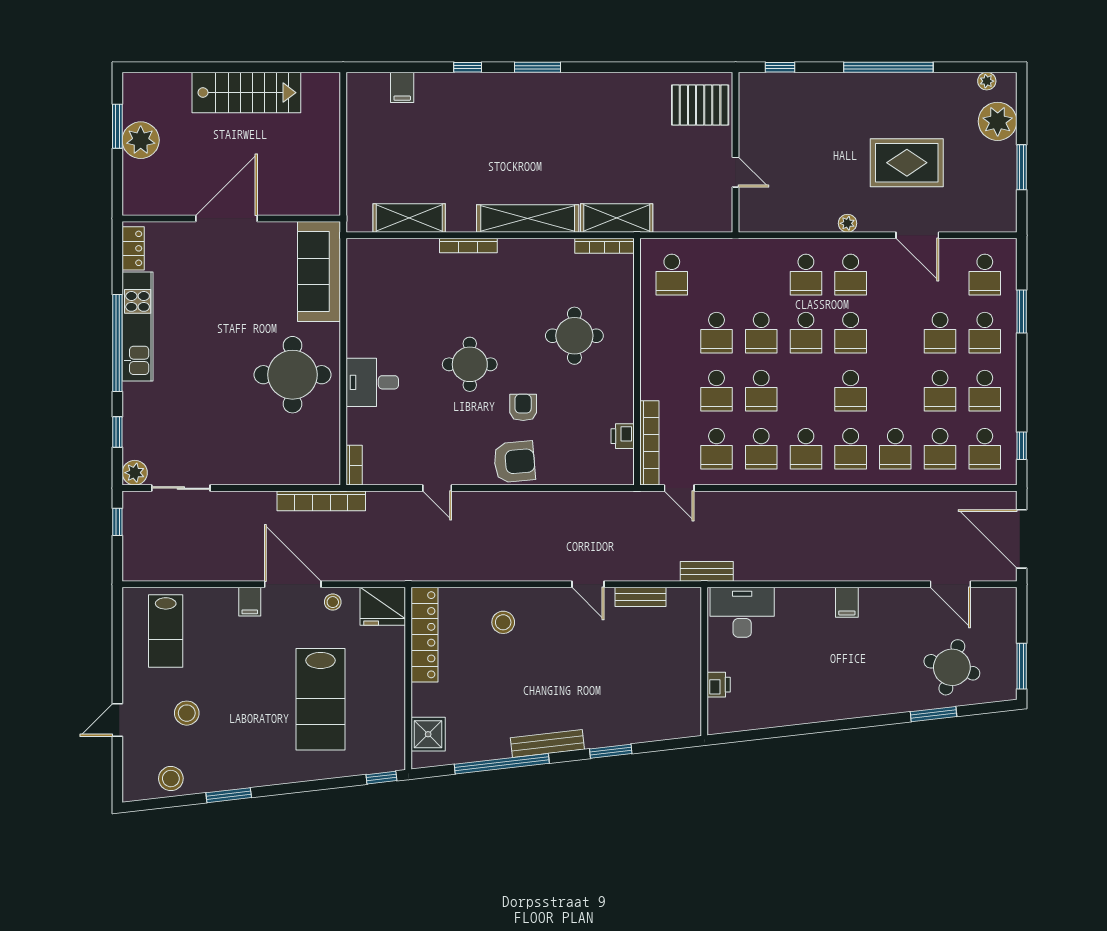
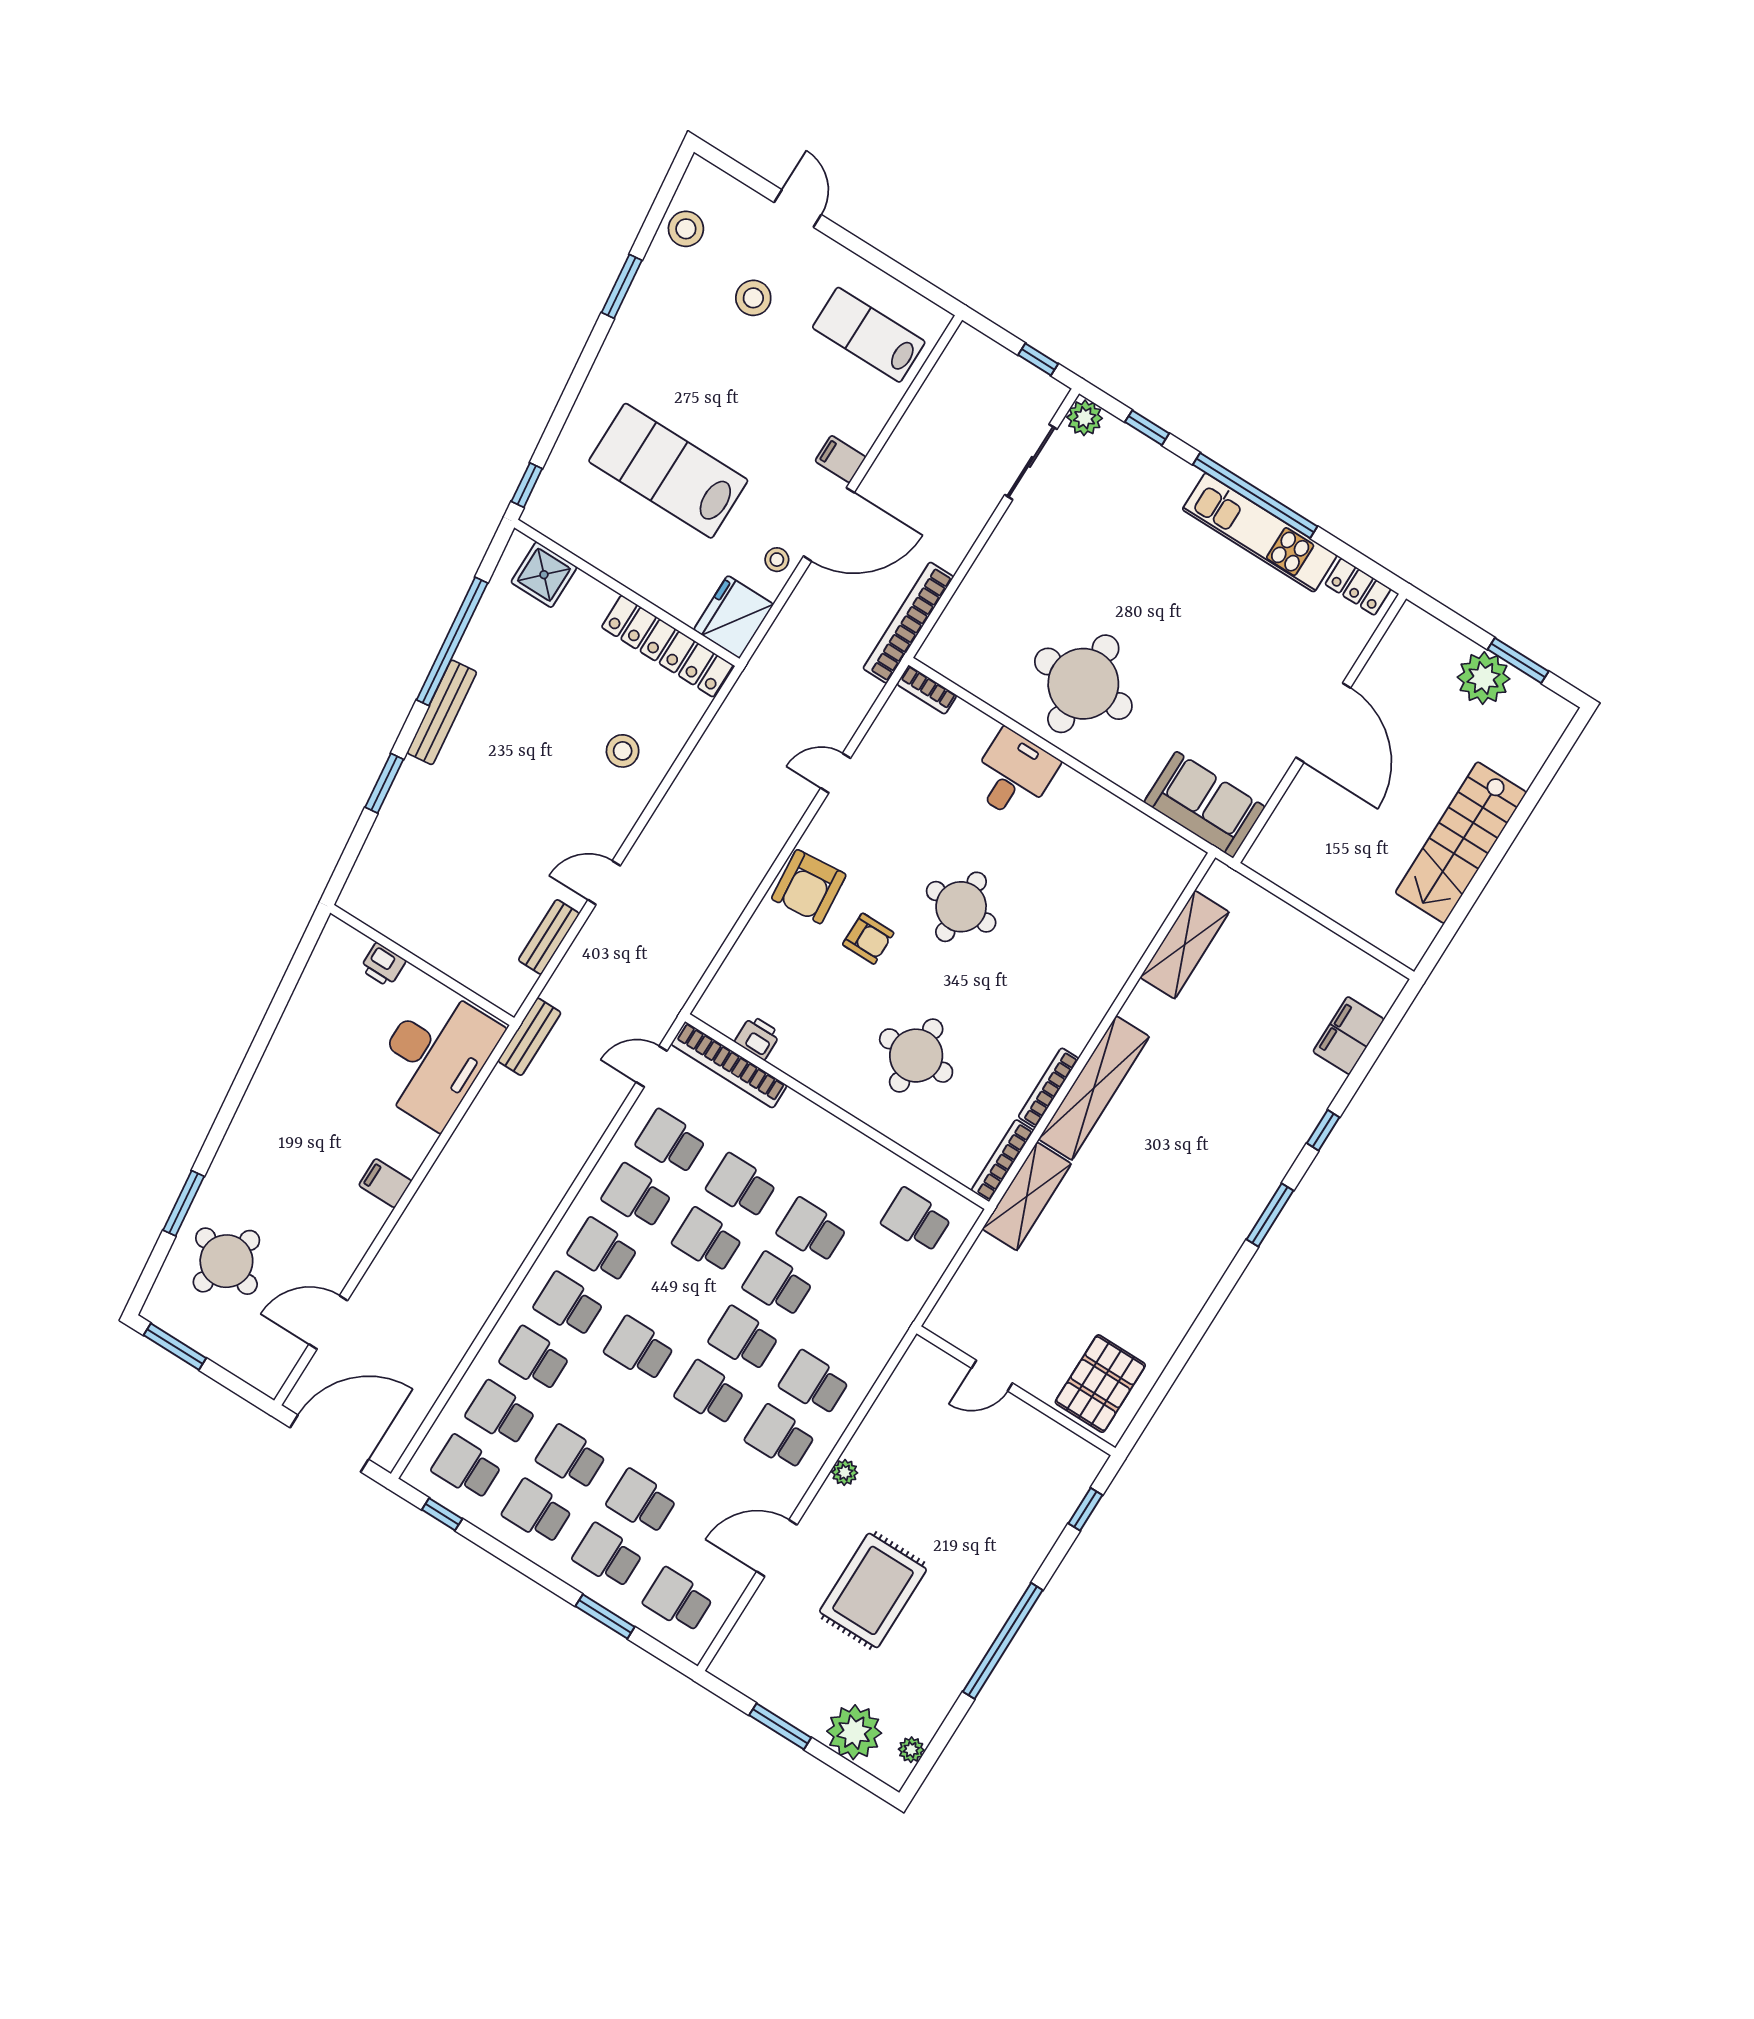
filing cabinet: (402, 87) -> (1349, 1035), width x2.00
bookcase: (468, 246) -> (1048, 1088), moved
sofa: (319, 272) -> (1205, 805), width x0.73
desk: (742, 612) -> (435, 1057), width x1.36, depth x1.30

